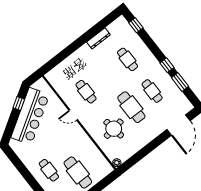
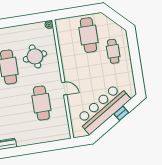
cafe table: (86, 92) -> (41, 103), width x1.37, depth x1.35
window: (19, 103) -> (121, 113), moved

